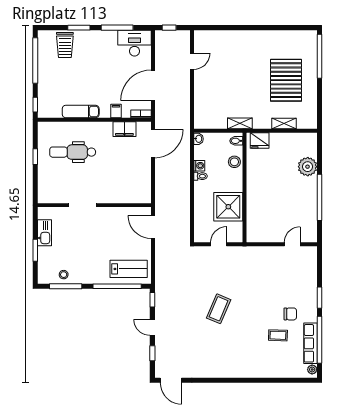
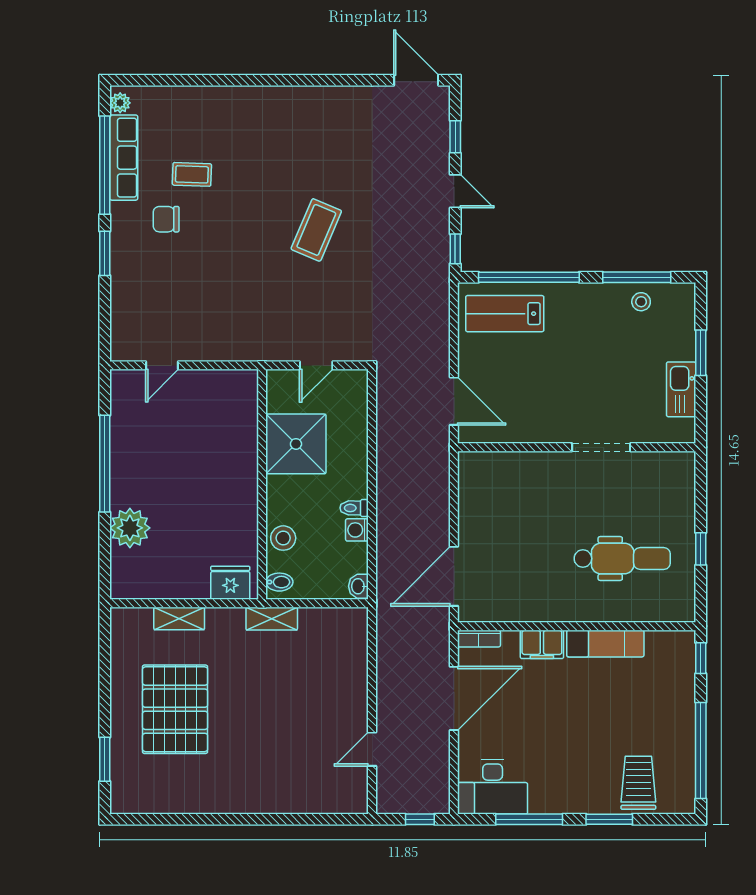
window: (319, 56) -> (105, 759), width x0.47
filing cabinet: (116, 111) -> (542, 644), width x2.00
filing cabinet: (124, 129) -> (514, 607), removed

